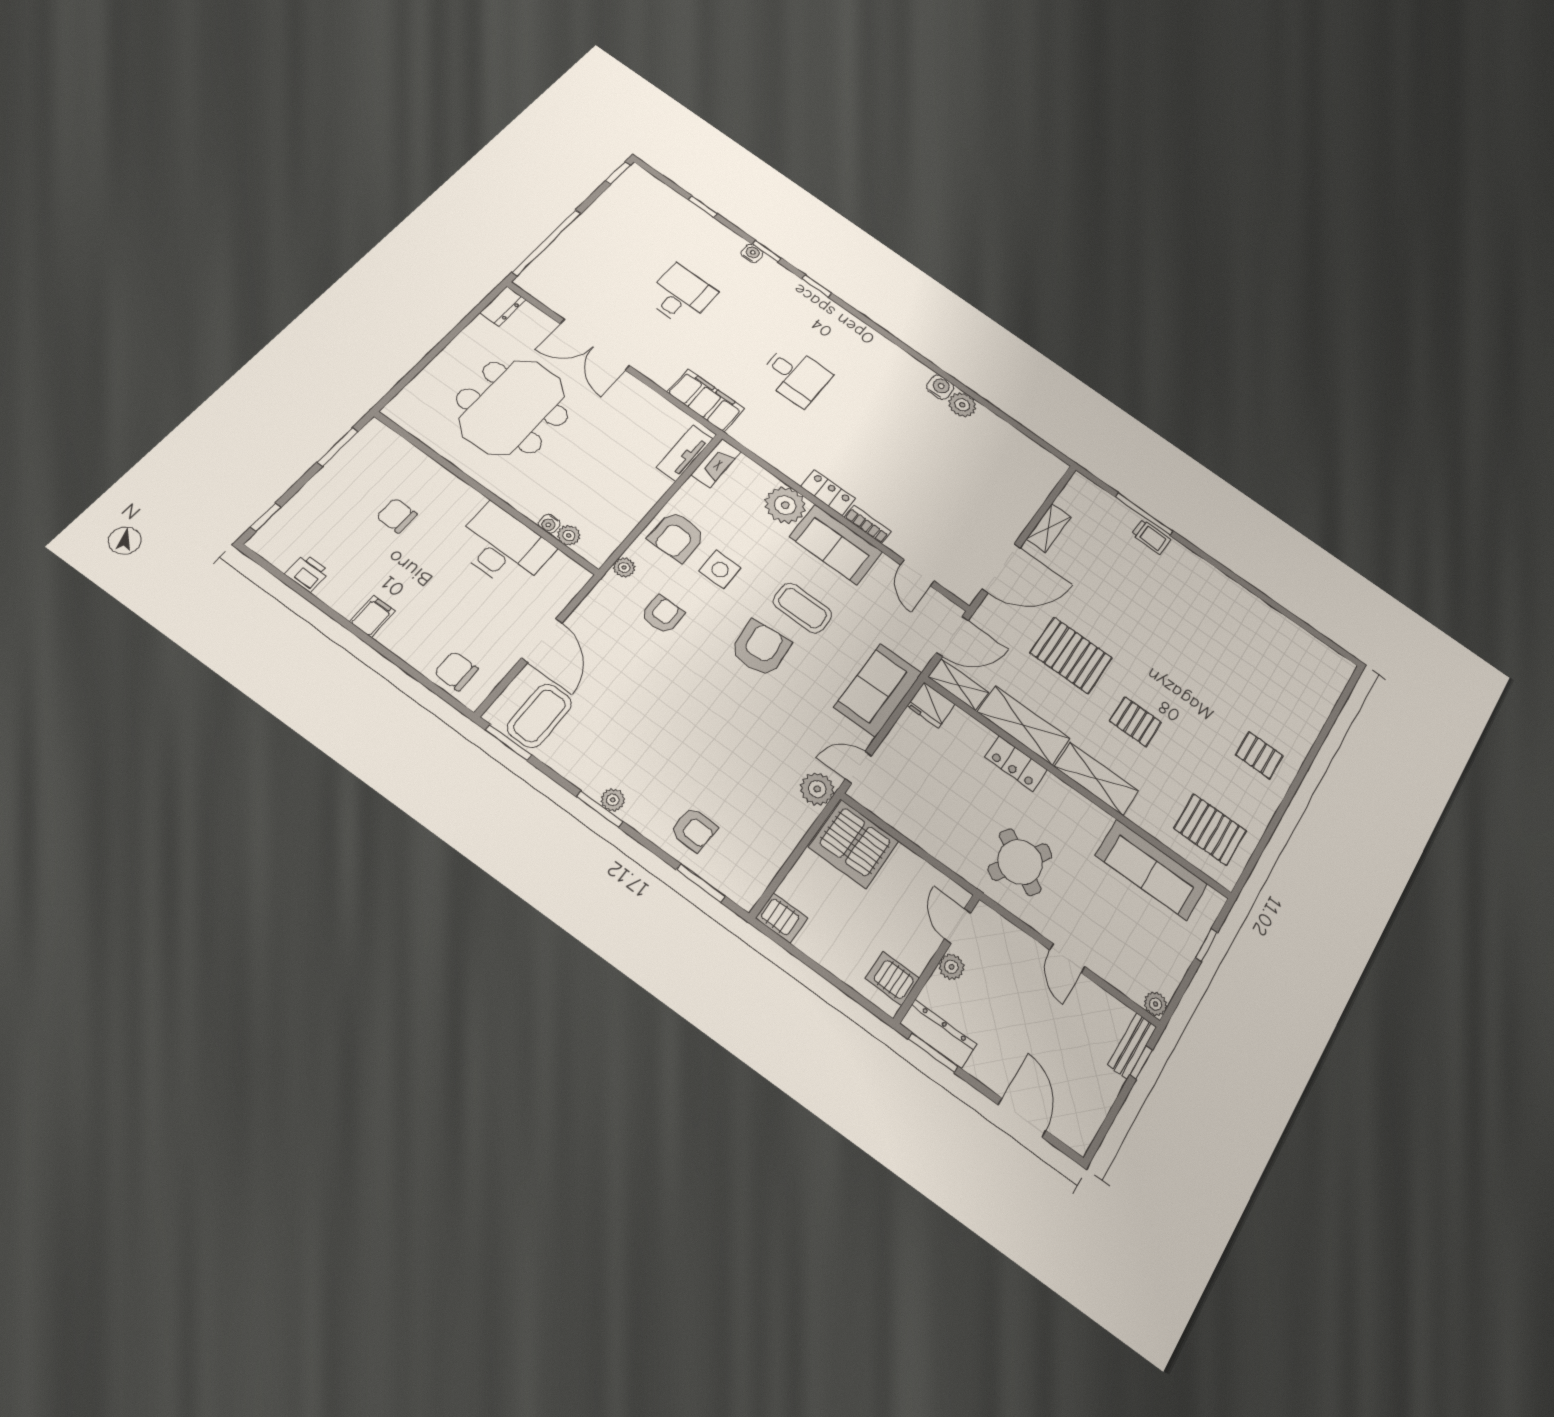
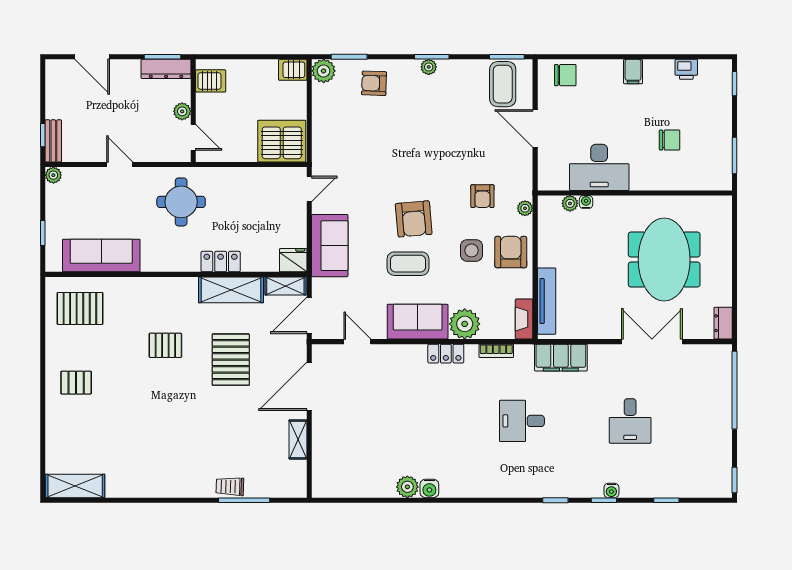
tv unit: (685, 453) -> (547, 301), width x1.41
bookcase: (868, 524) -> (496, 351), moved
pallet: (1071, 655) -> (231, 360), turned 90
shelving: (1096, 779) -> (75, 486), moved
plant: (817, 789) -> (324, 71), moved
round table: (1020, 862) -> (181, 202), turned -32

